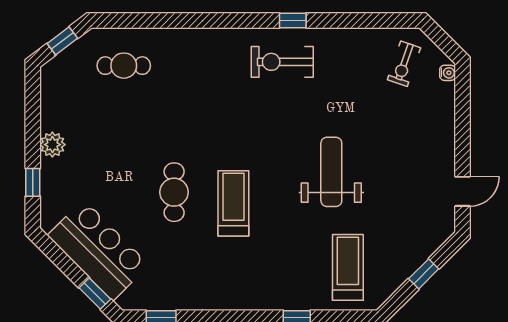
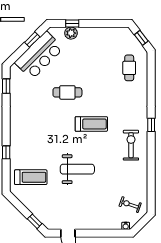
window: (293, 21) -> (151, 125), moved
plant: (52, 145) -> (71, 33), moved
treadmill: (233, 203) -> (91, 124), moved
window: (424, 274) -> (35, 221), moved
window: (95, 293) -> (32, 40), moved

